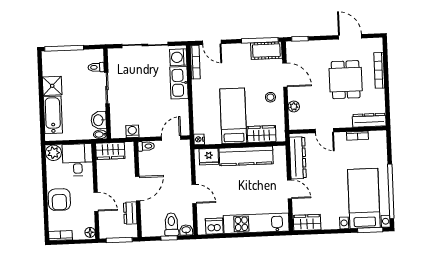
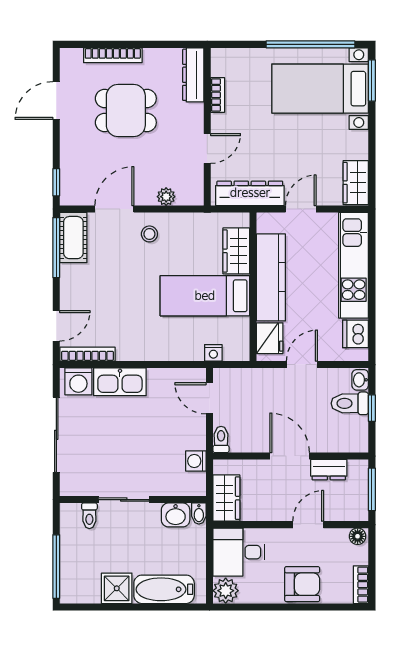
bed: (233, 116) -> (205, 296), moved
wardrobe: (262, 134) -> (236, 251), moved
wall: (240, 145) -> (253, 287), moved
kitchen counter: (246, 156) -> (271, 277), moved
fridge: (209, 157) -> (270, 338), moved

